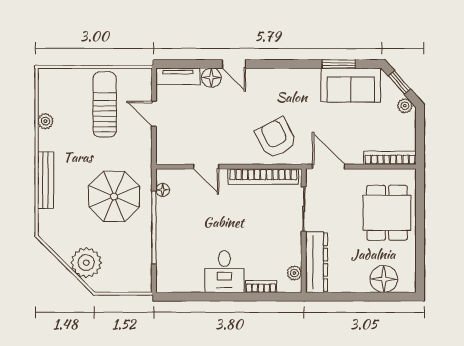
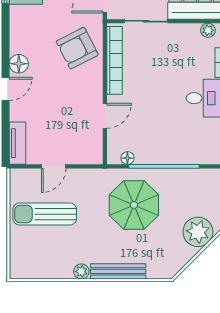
floor lamp: (211, 78) -> (19, 64), moved
plant: (45, 121) -> (81, 271), moved

